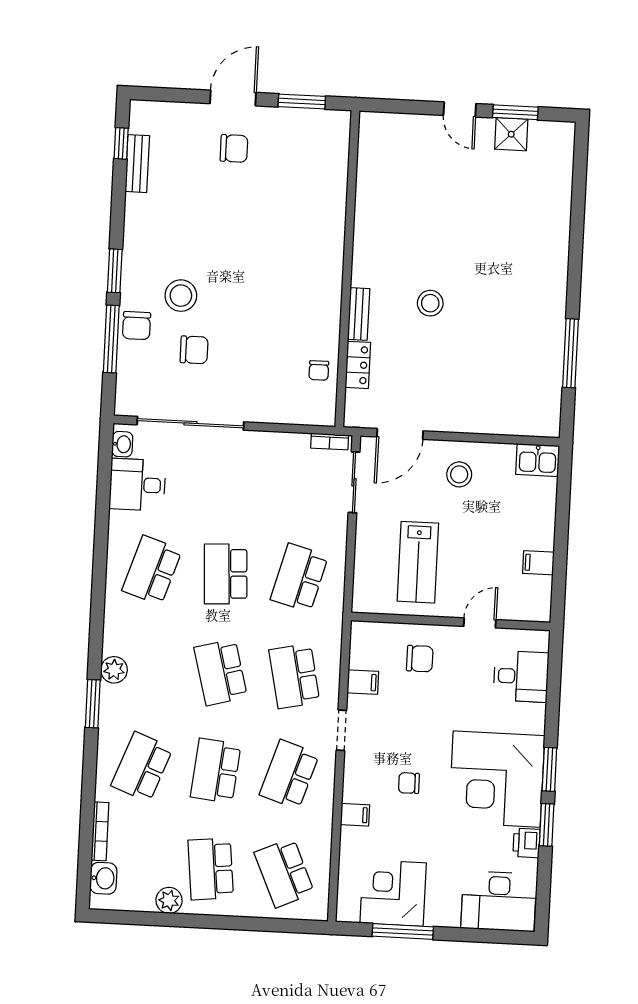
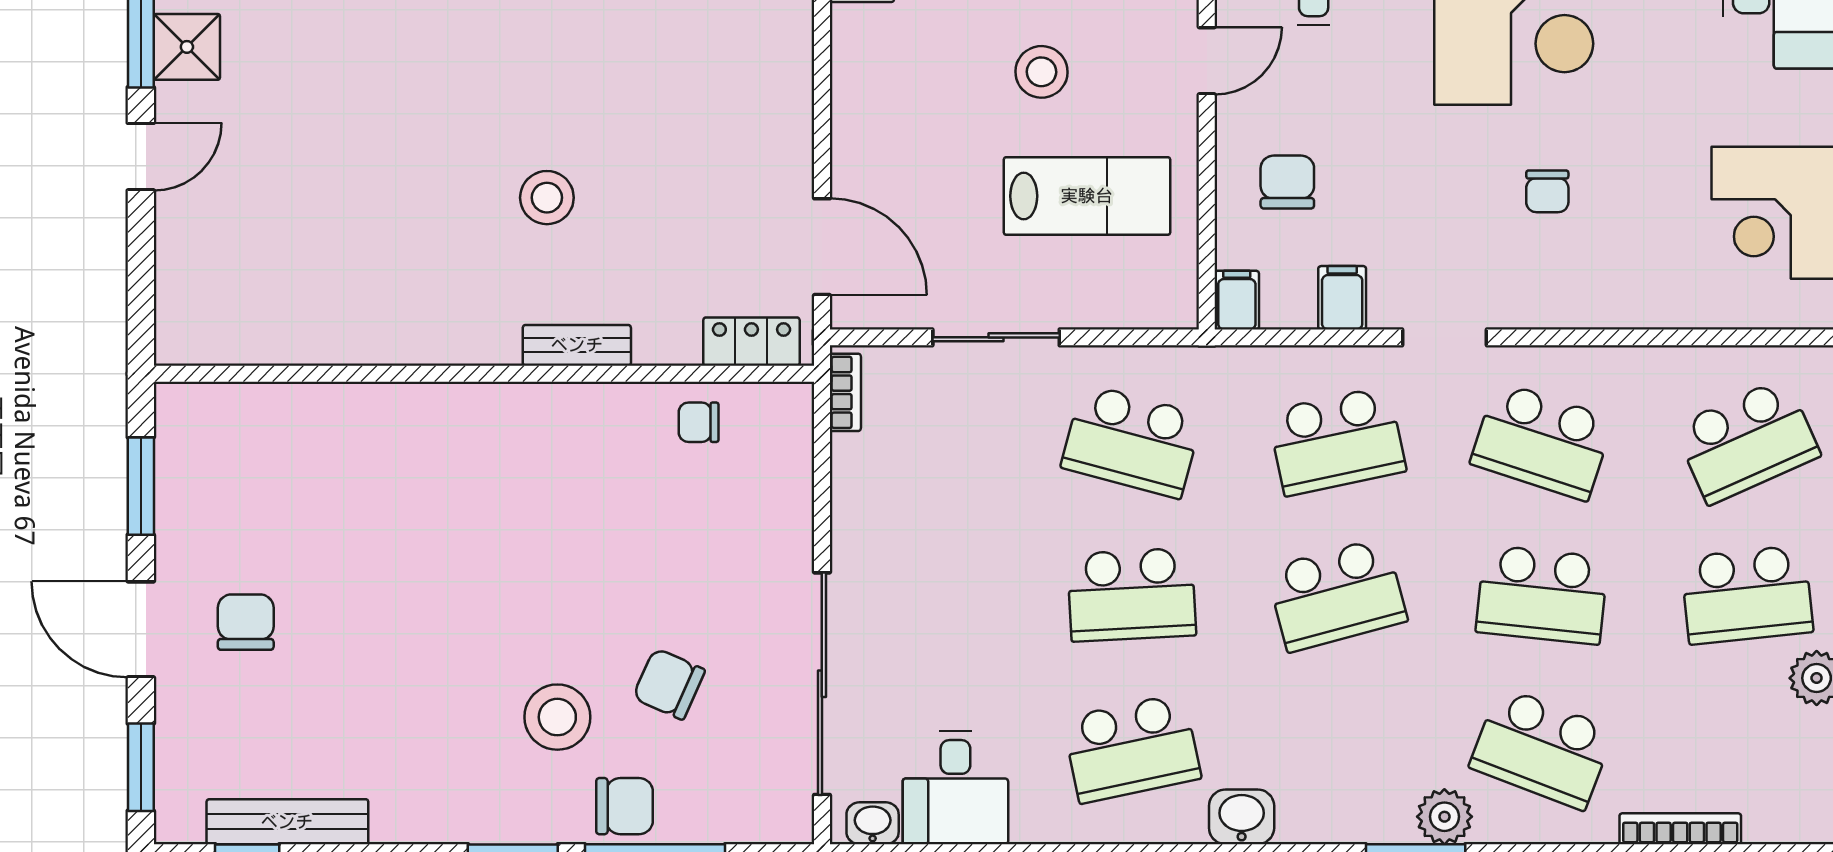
window: (167, 95) -> (141, 767), added
bench: (137, 164) -> (287, 822), width x1.36
chair: (194, 350) -> (669, 684), turned -66
locker: (358, 365) -> (751, 342), moved
chair: (319, 370) -> (699, 422), turned 180
stool: (459, 474) -> (1041, 72), moved
sliding door: (354, 482) -> (996, 337), moved
school desk: (152, 570) -> (1132, 748), turned -30
door: (480, 623) -> (1207, 61), swing flipped
plant: (114, 670) -> (1444, 817), moved
filing cabinet: (355, 815) -> (1237, 300), moved
washbasin: (103, 878) -> (1242, 817), moved

